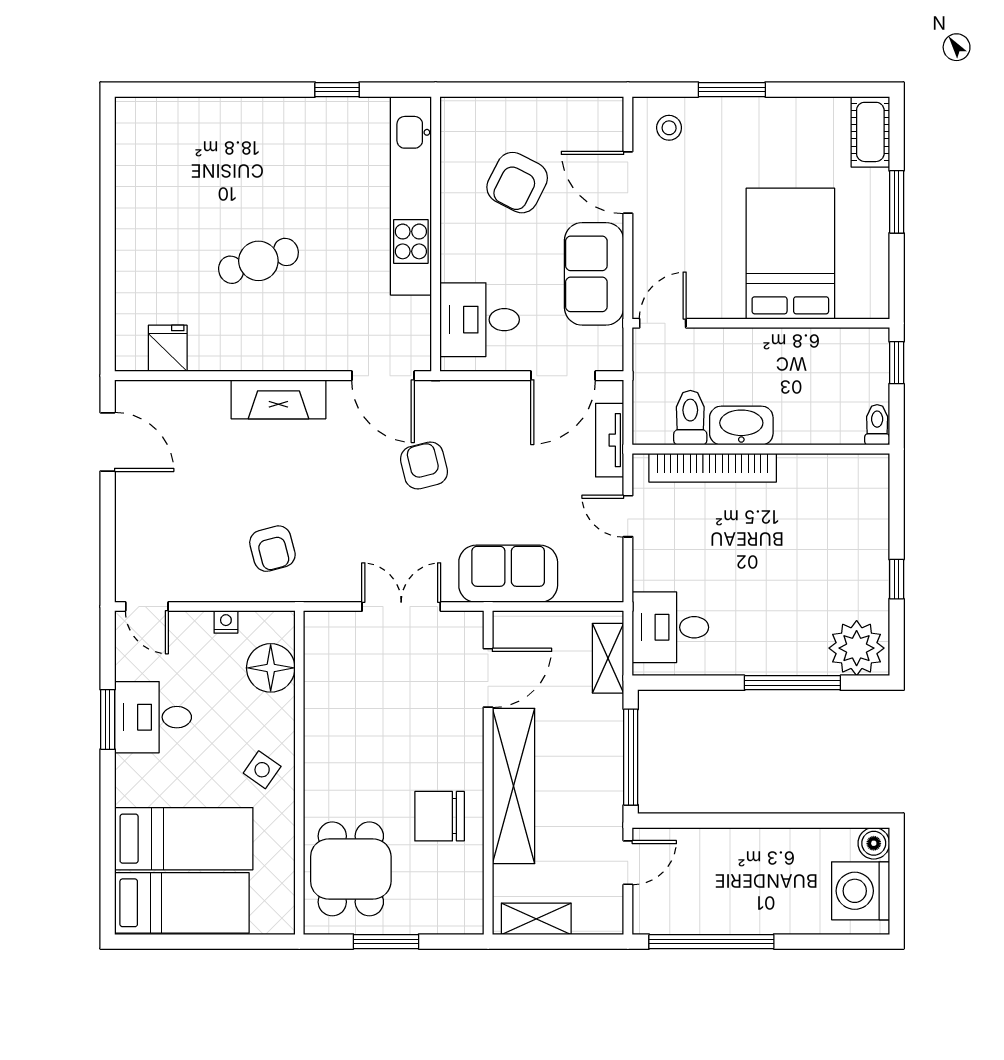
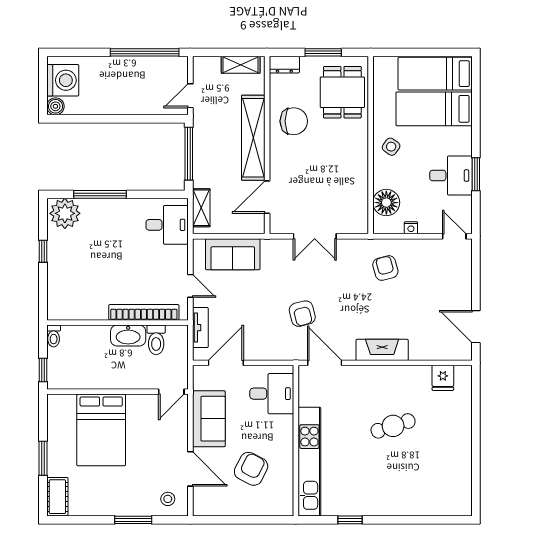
sofa: (508, 574) -> (233, 254), moved
dresser: (457, 919) -> (284, 65), added

